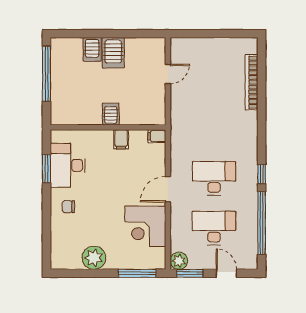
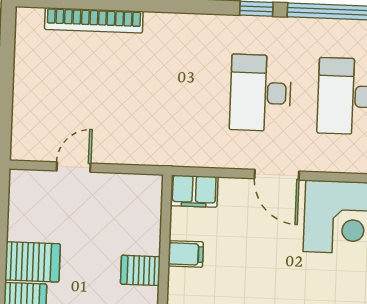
door: (168, 74) -> (74, 167), hinge flipped
filing cabinet: (157, 136) -> (194, 191), width x2.00

